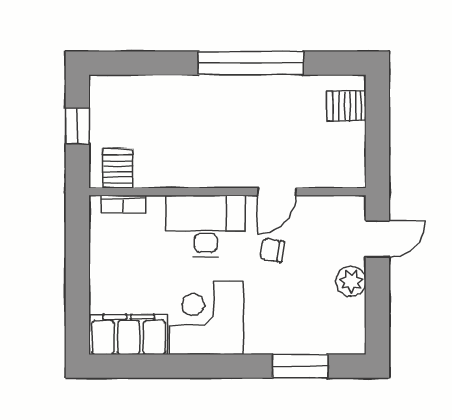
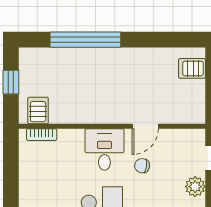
window: (251, 63) -> (85, 40), moved
desk: (206, 226) -> (104, 149), width x0.73

